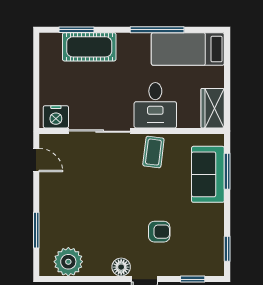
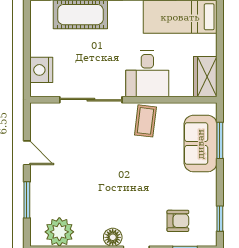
nightstand: (56, 117) -> (41, 70), moved, turned 90
door: (36, 160) -> (27, 153), moved
armchair: (159, 232) -> (178, 221), moved

